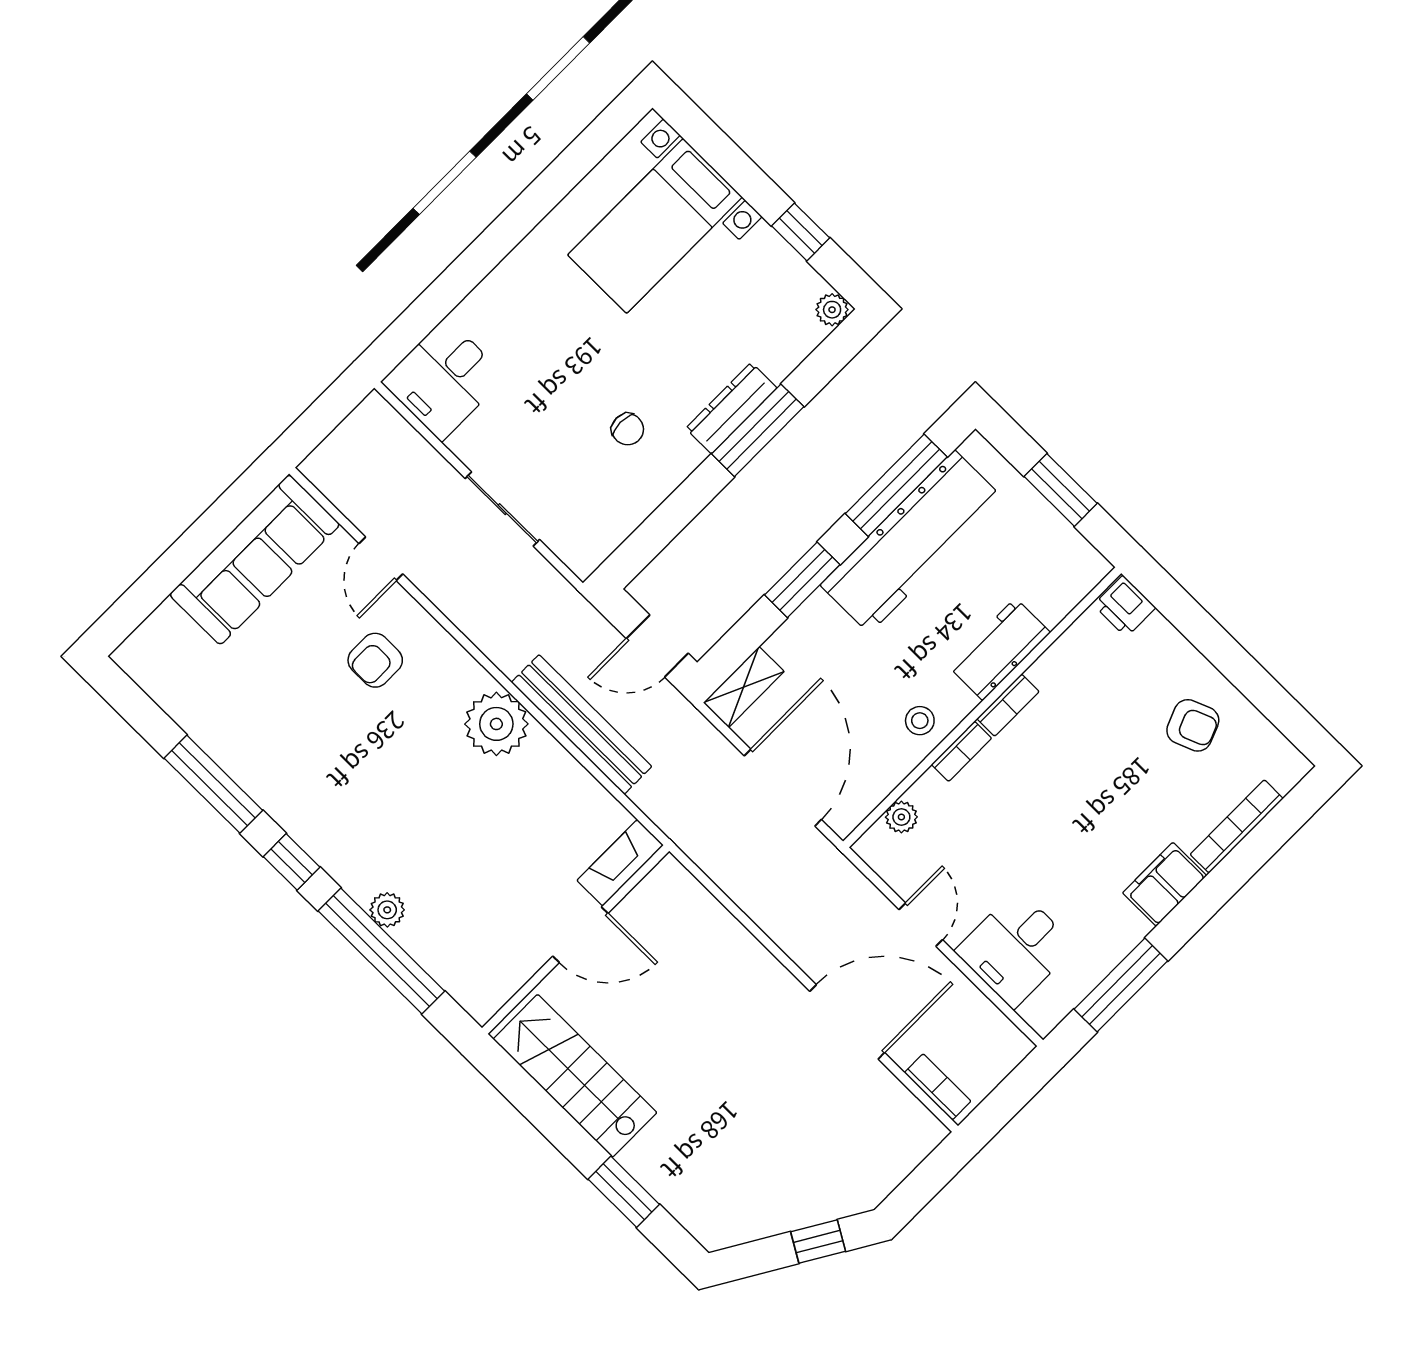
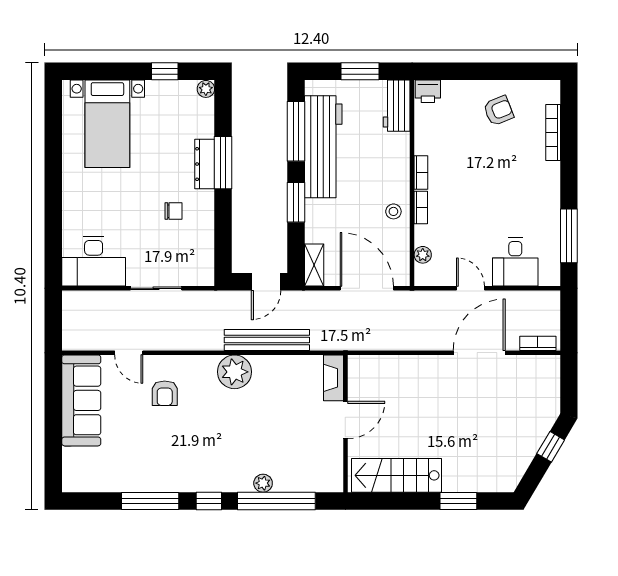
desk: (444, 379) -> (94, 261), width x1.37
workbench: (999, 649) -> (397, 106), moved
filing cabinet: (1165, 884) -> (548, 181), removed

